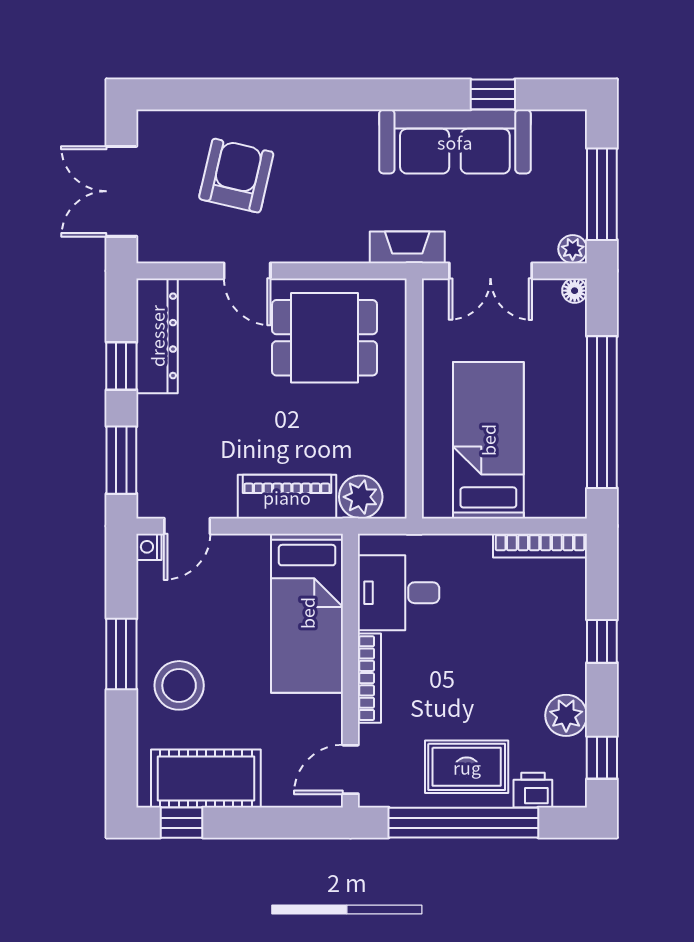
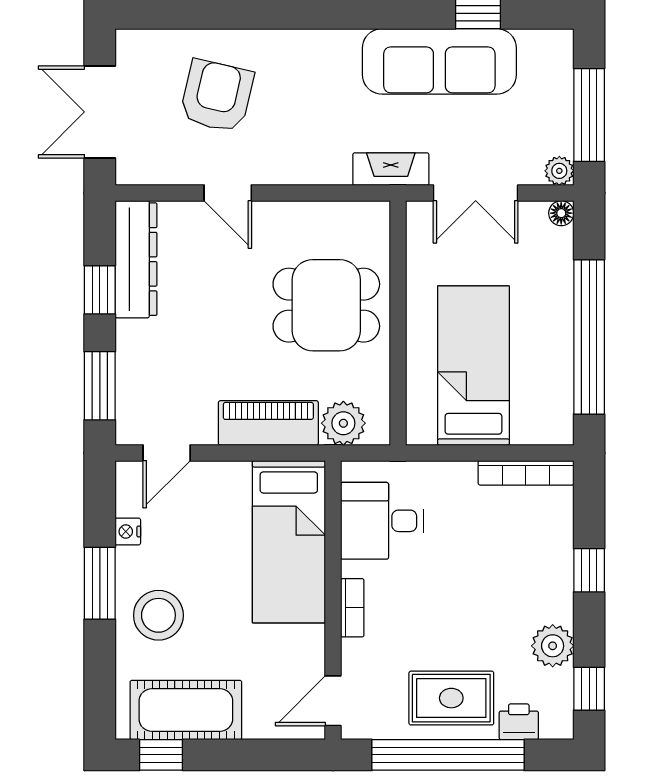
dining table: (324, 338) -> (326, 305), moved
nightstand: (149, 547) -> (128, 532), moved
bookcase: (369, 678) -> (352, 608), width x0.64

